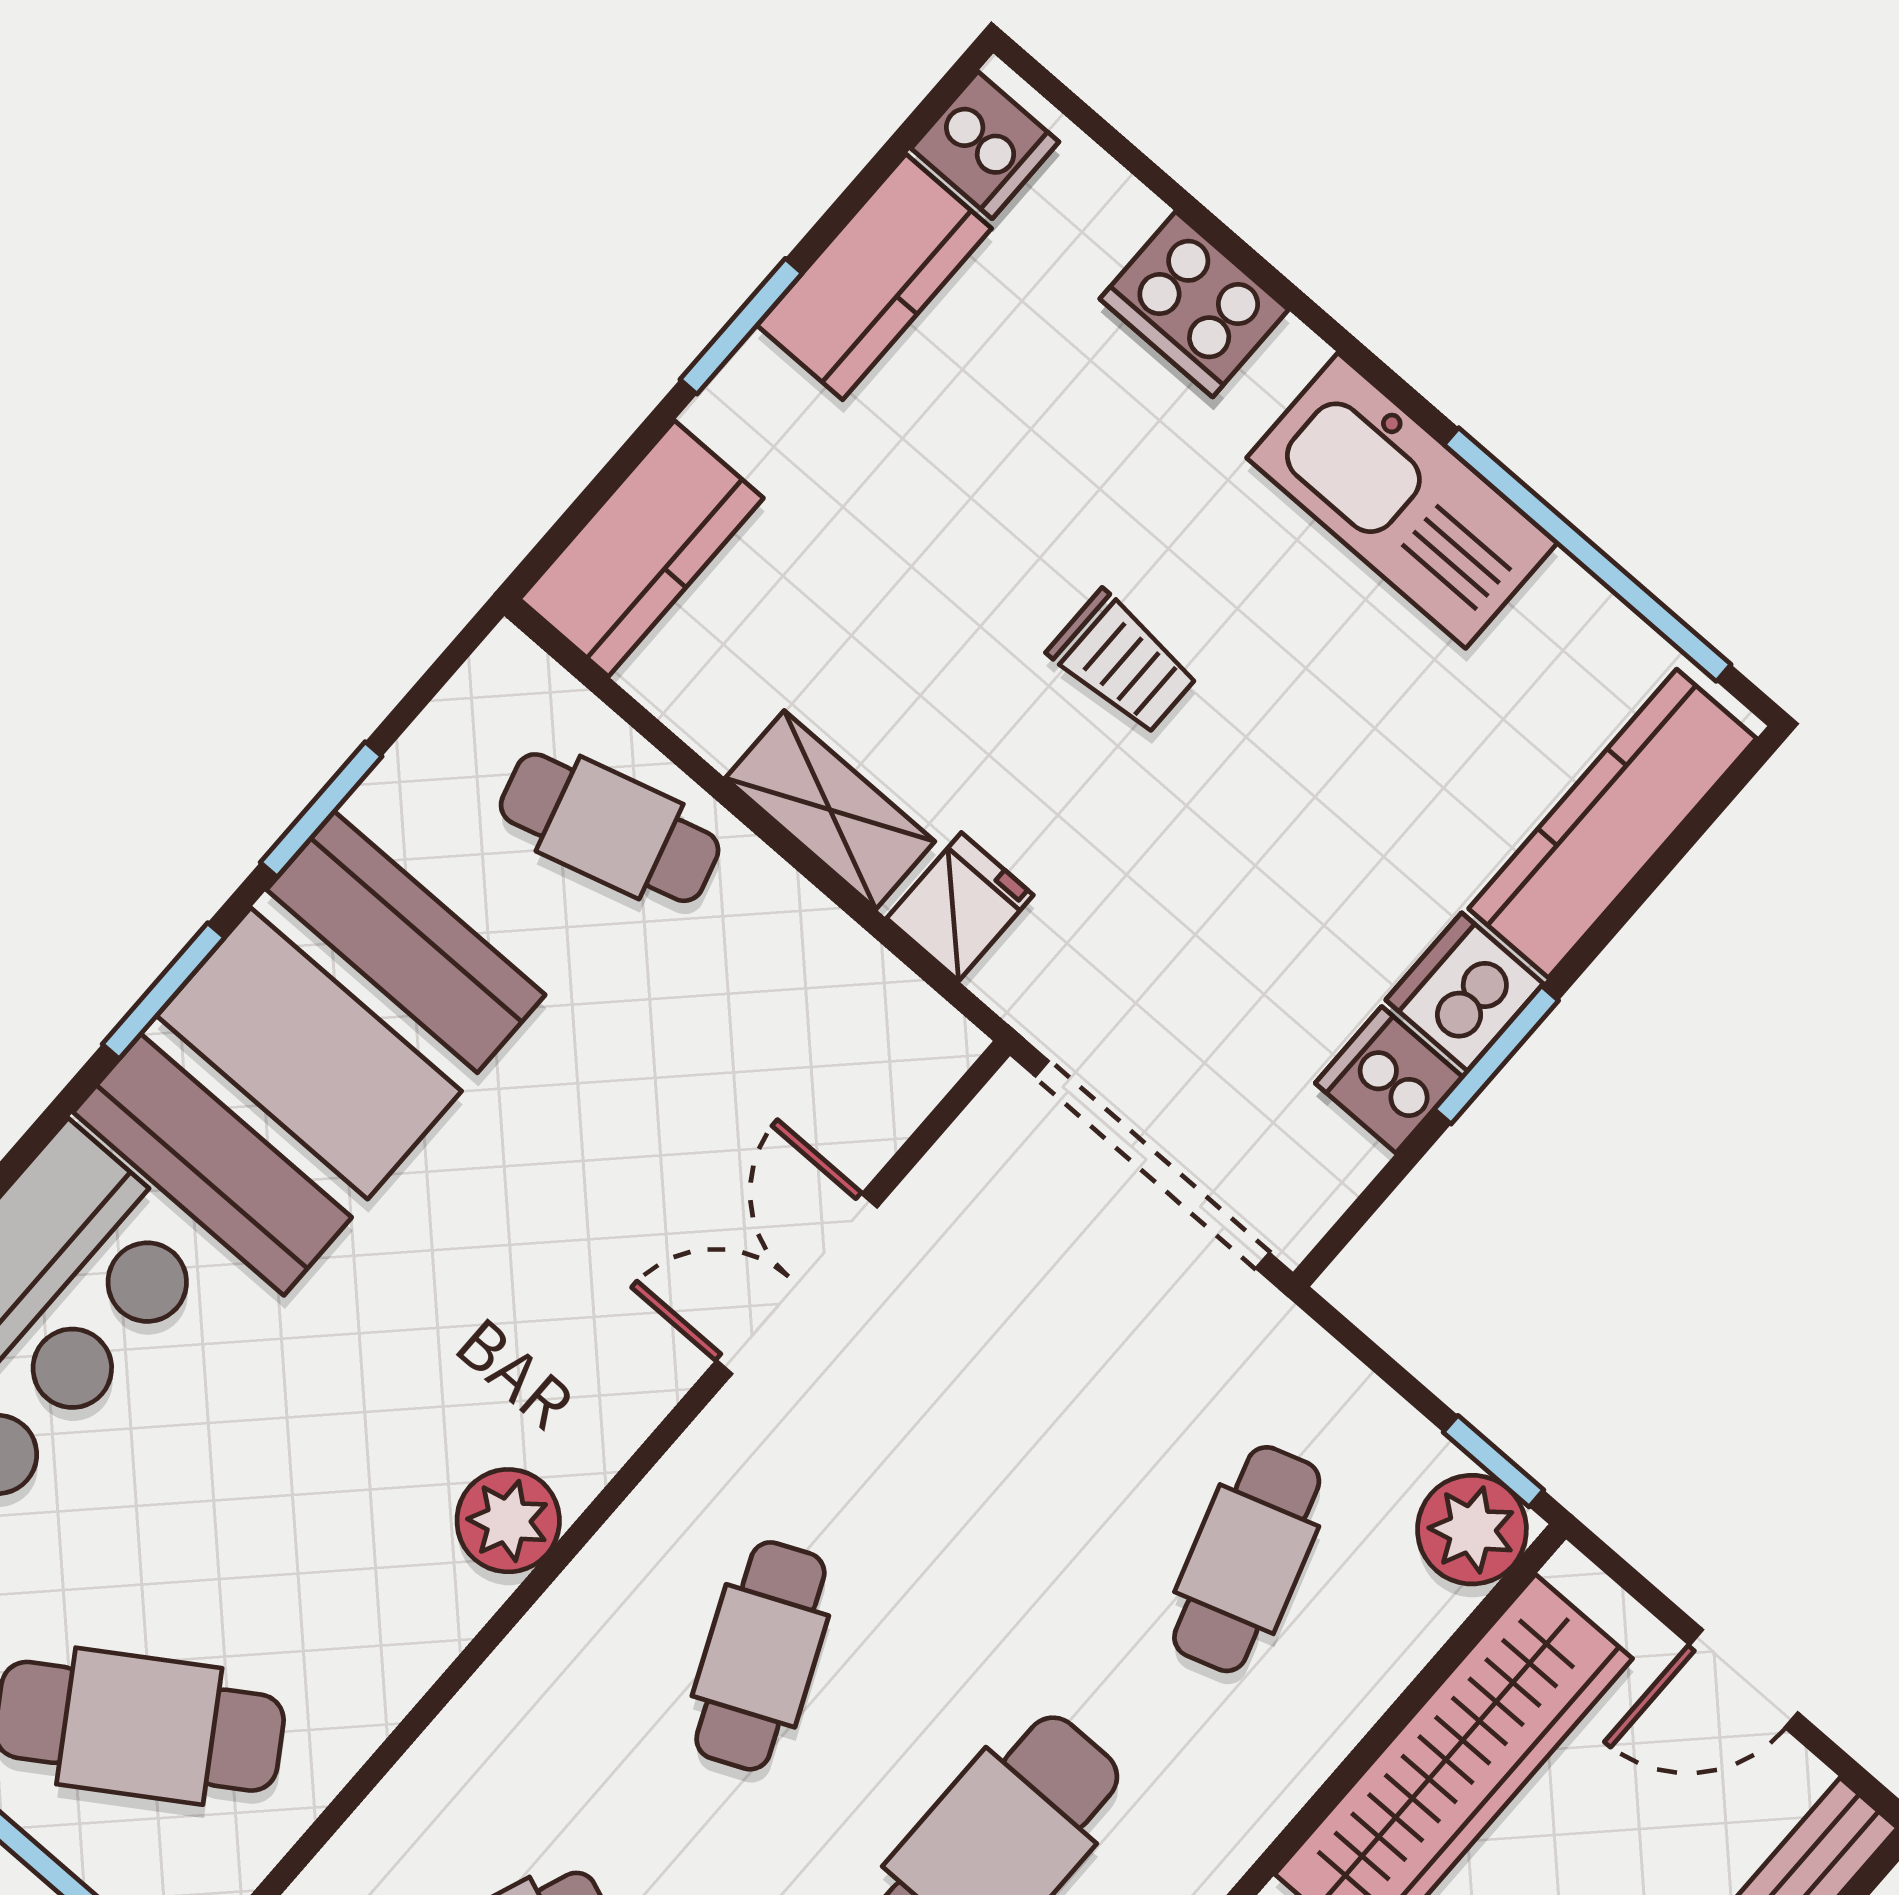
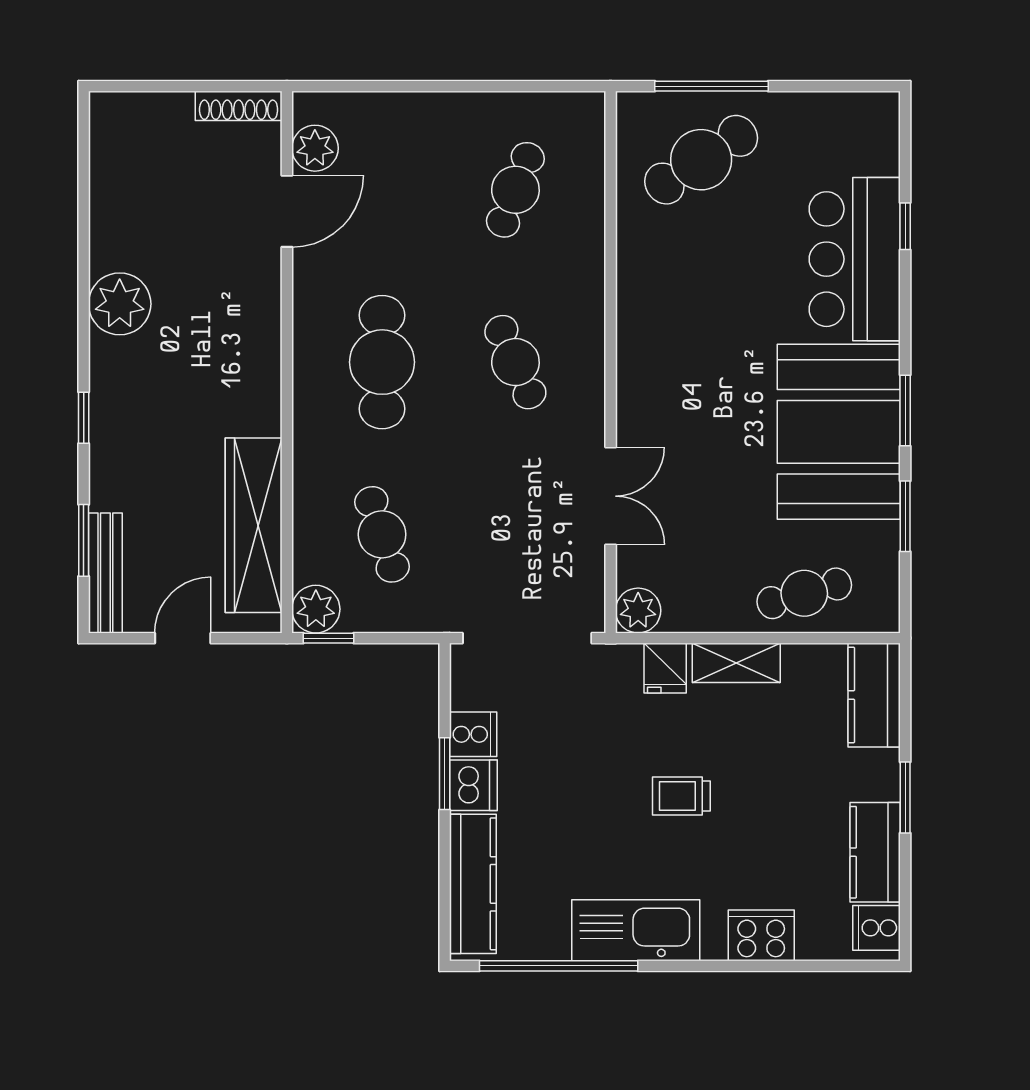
plant: (508, 1521) -> (638, 611), moved

